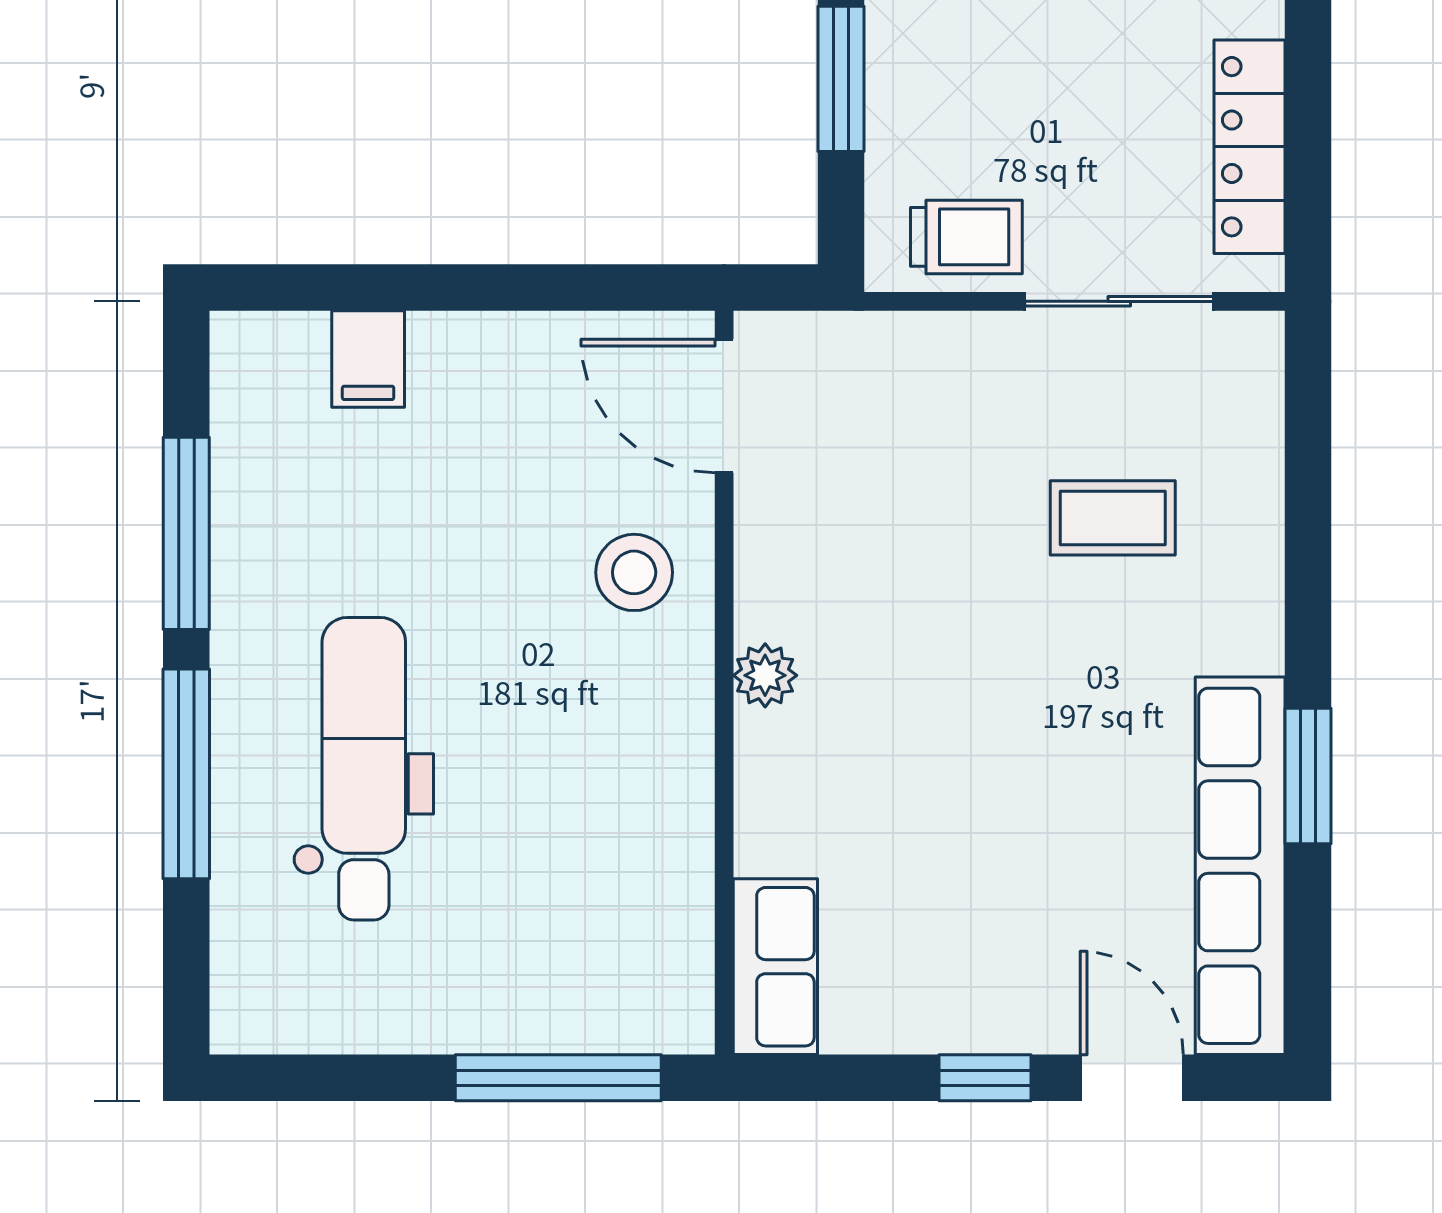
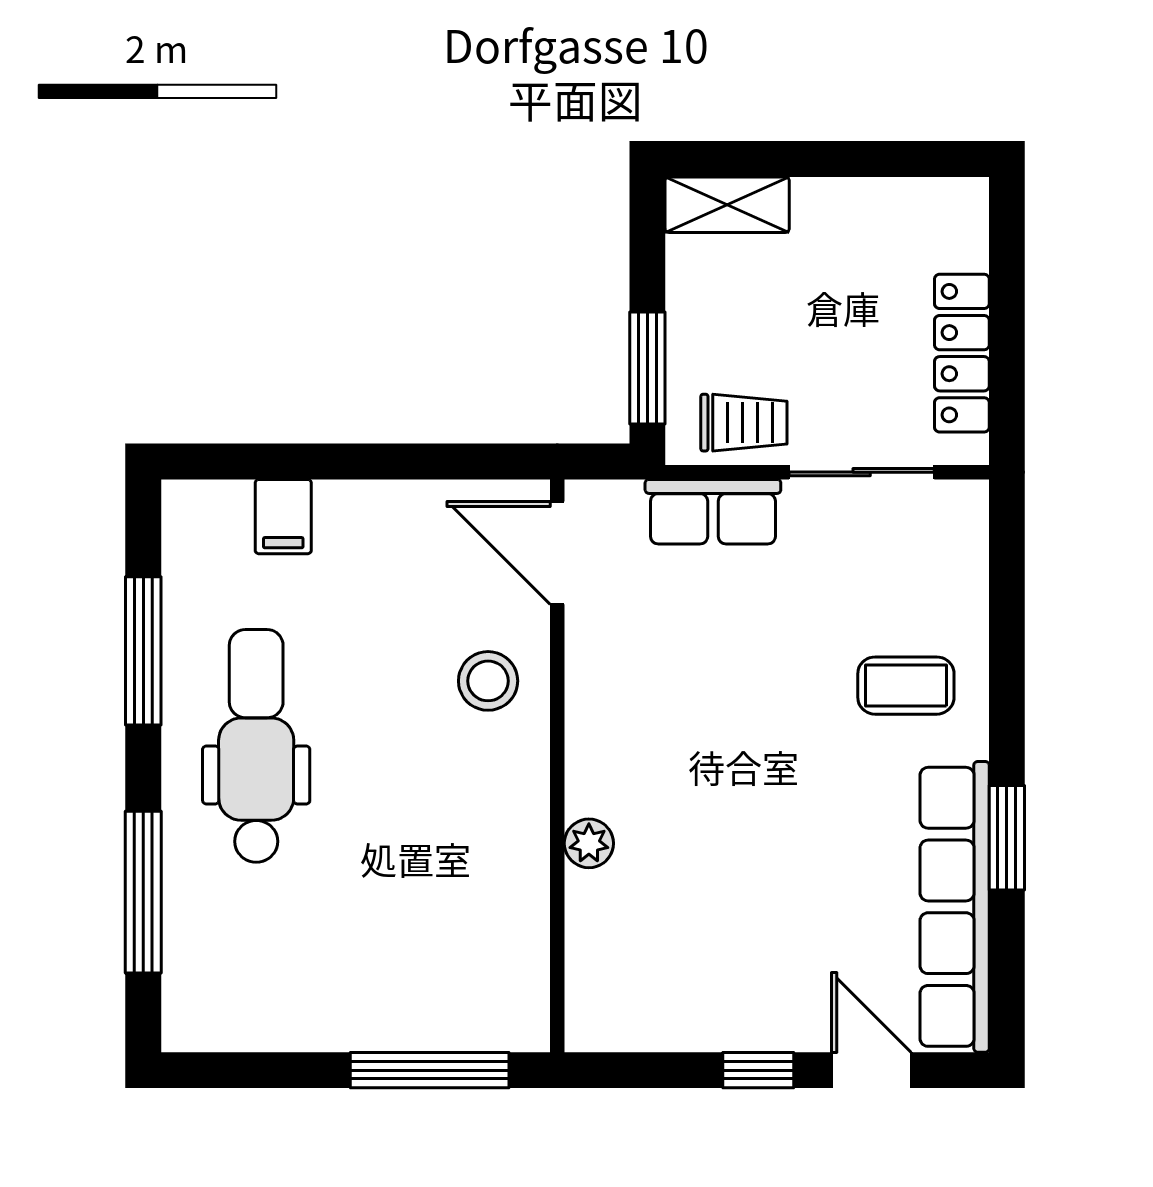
window: (841, 79) -> (647, 368), moved
coffee table: (1113, 518) -> (906, 686), moved
plant: (765, 675) -> (589, 843), moved
dental chair: (364, 769) -> (256, 746), moved
window: (186, 774) -> (143, 892), moved
row of seats: (775, 967) -> (713, 512), moved, turned 90

